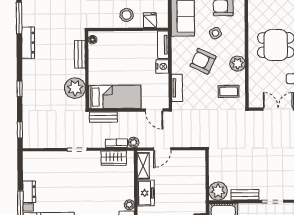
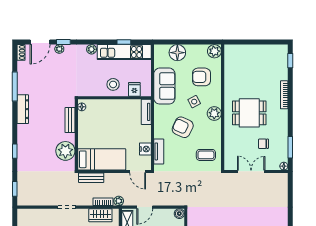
plant: (238, 64) -> (214, 114), moved
nightstand: (162, 66) -> (145, 149), moved
boiler: (200, 156) -> (179, 214), added

